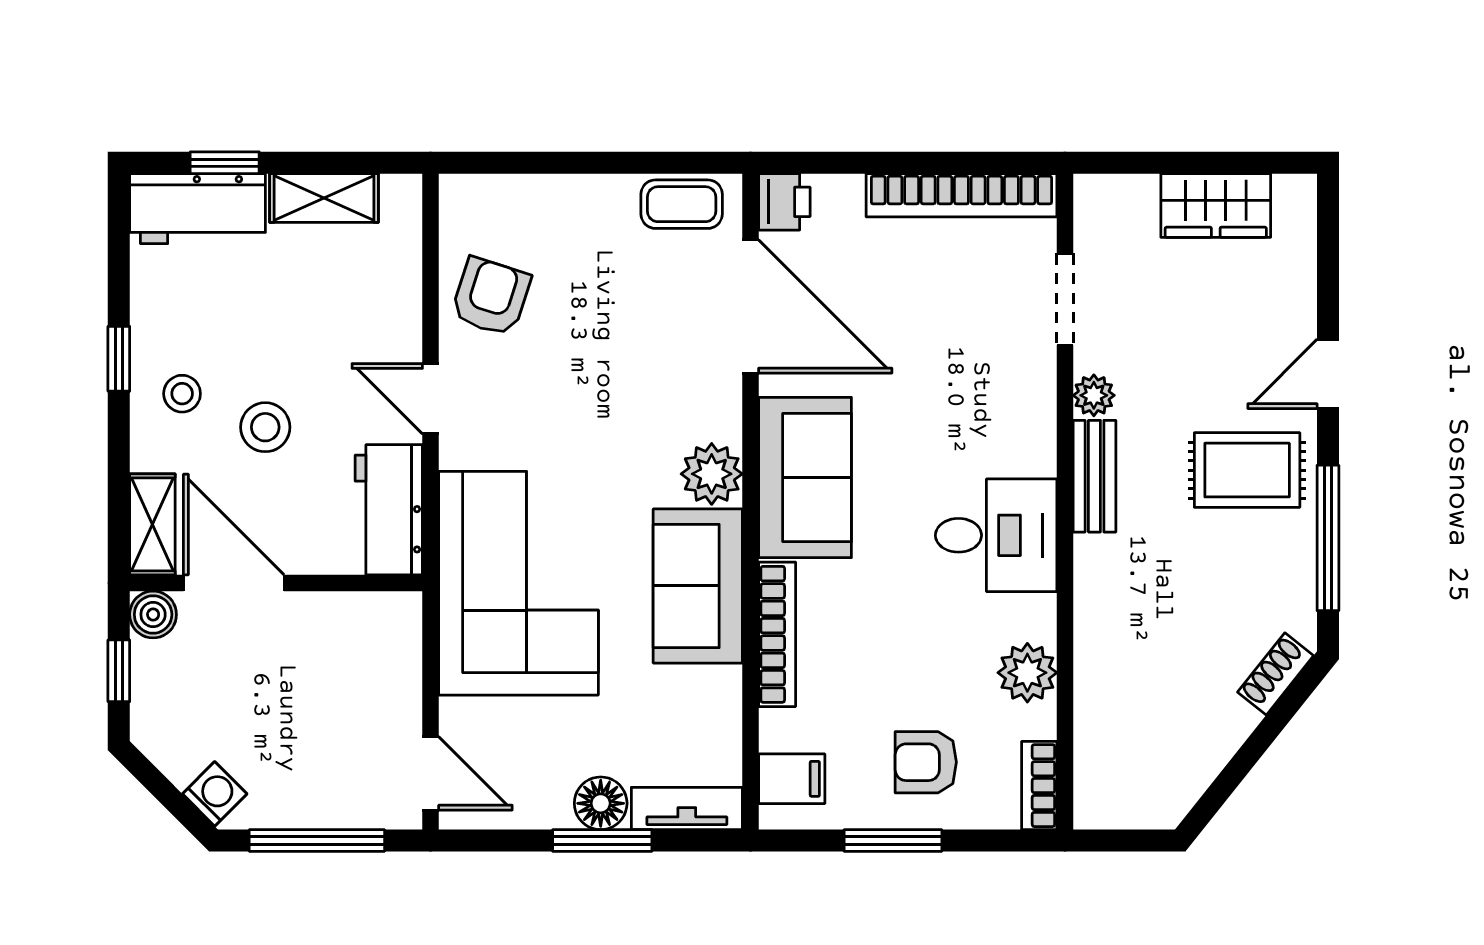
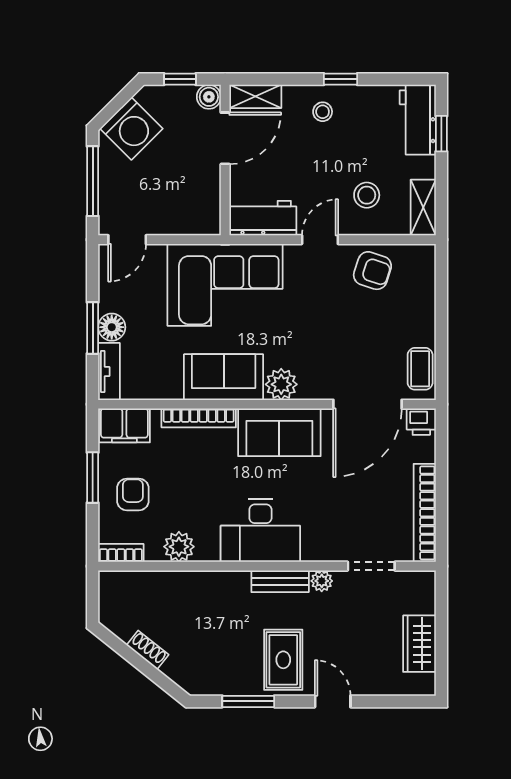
shelving: (324, 198) -> (423, 207), moved
stool: (265, 427) -> (367, 195), moved
desk: (996, 535) -> (260, 531), width x1.37
window: (1328, 538) -> (248, 701), width x0.69
shoe rack: (1276, 674) -> (148, 650), moved
filing cabinet: (792, 779) -> (124, 425), width x2.00
washing machine: (215, 794) -> (131, 129), width x1.89, depth x1.89

